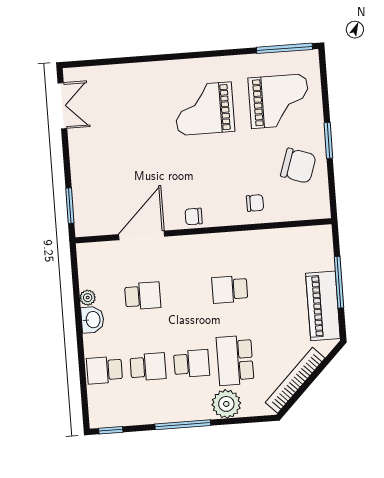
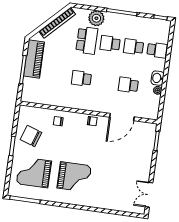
school desk: (230, 289) -> (81, 78), turned 180

